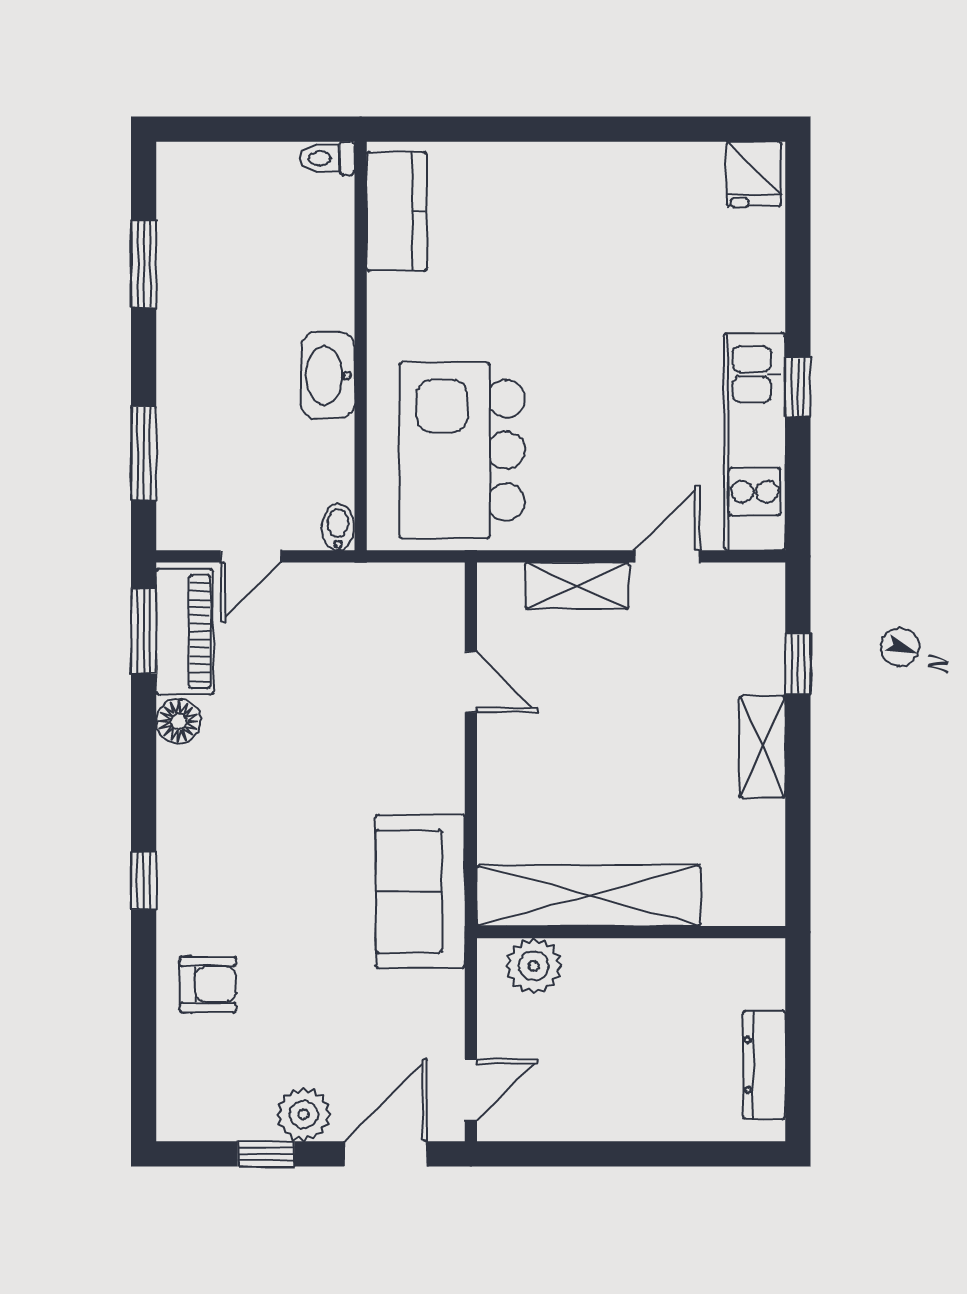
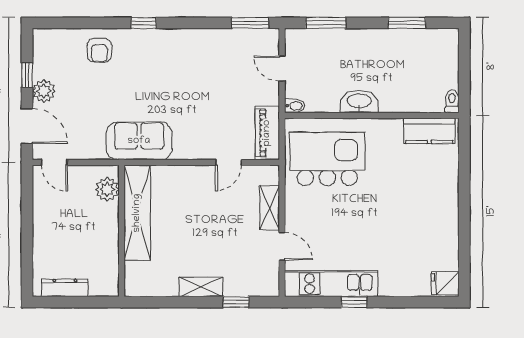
piano: (184, 632) -> (267, 133), moved, turned 90
floor lamp: (179, 721) -> (212, 38), removed

